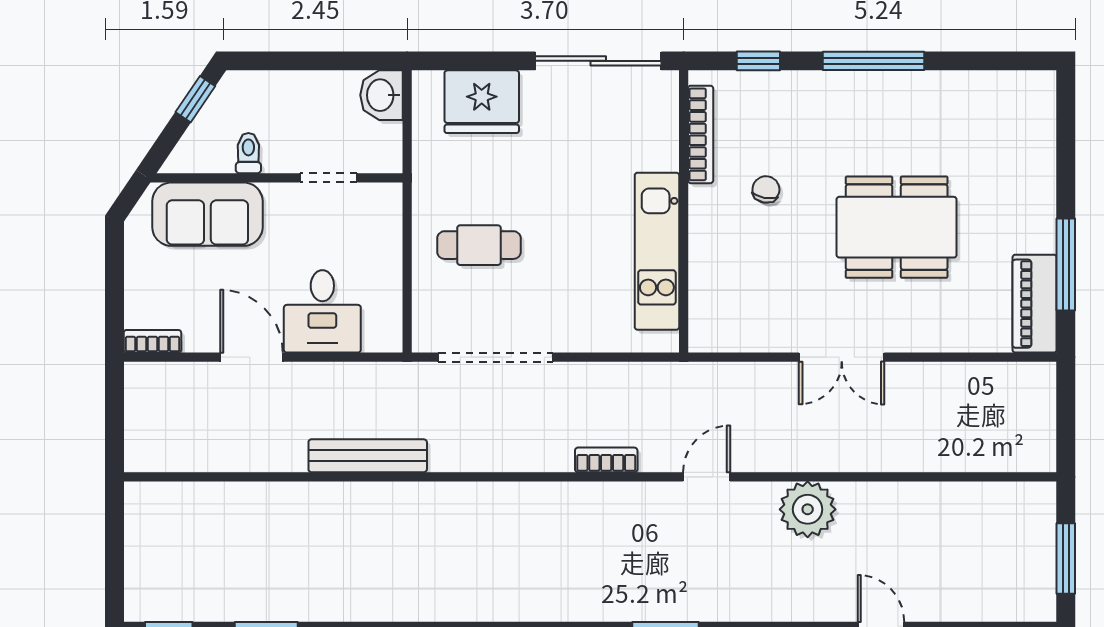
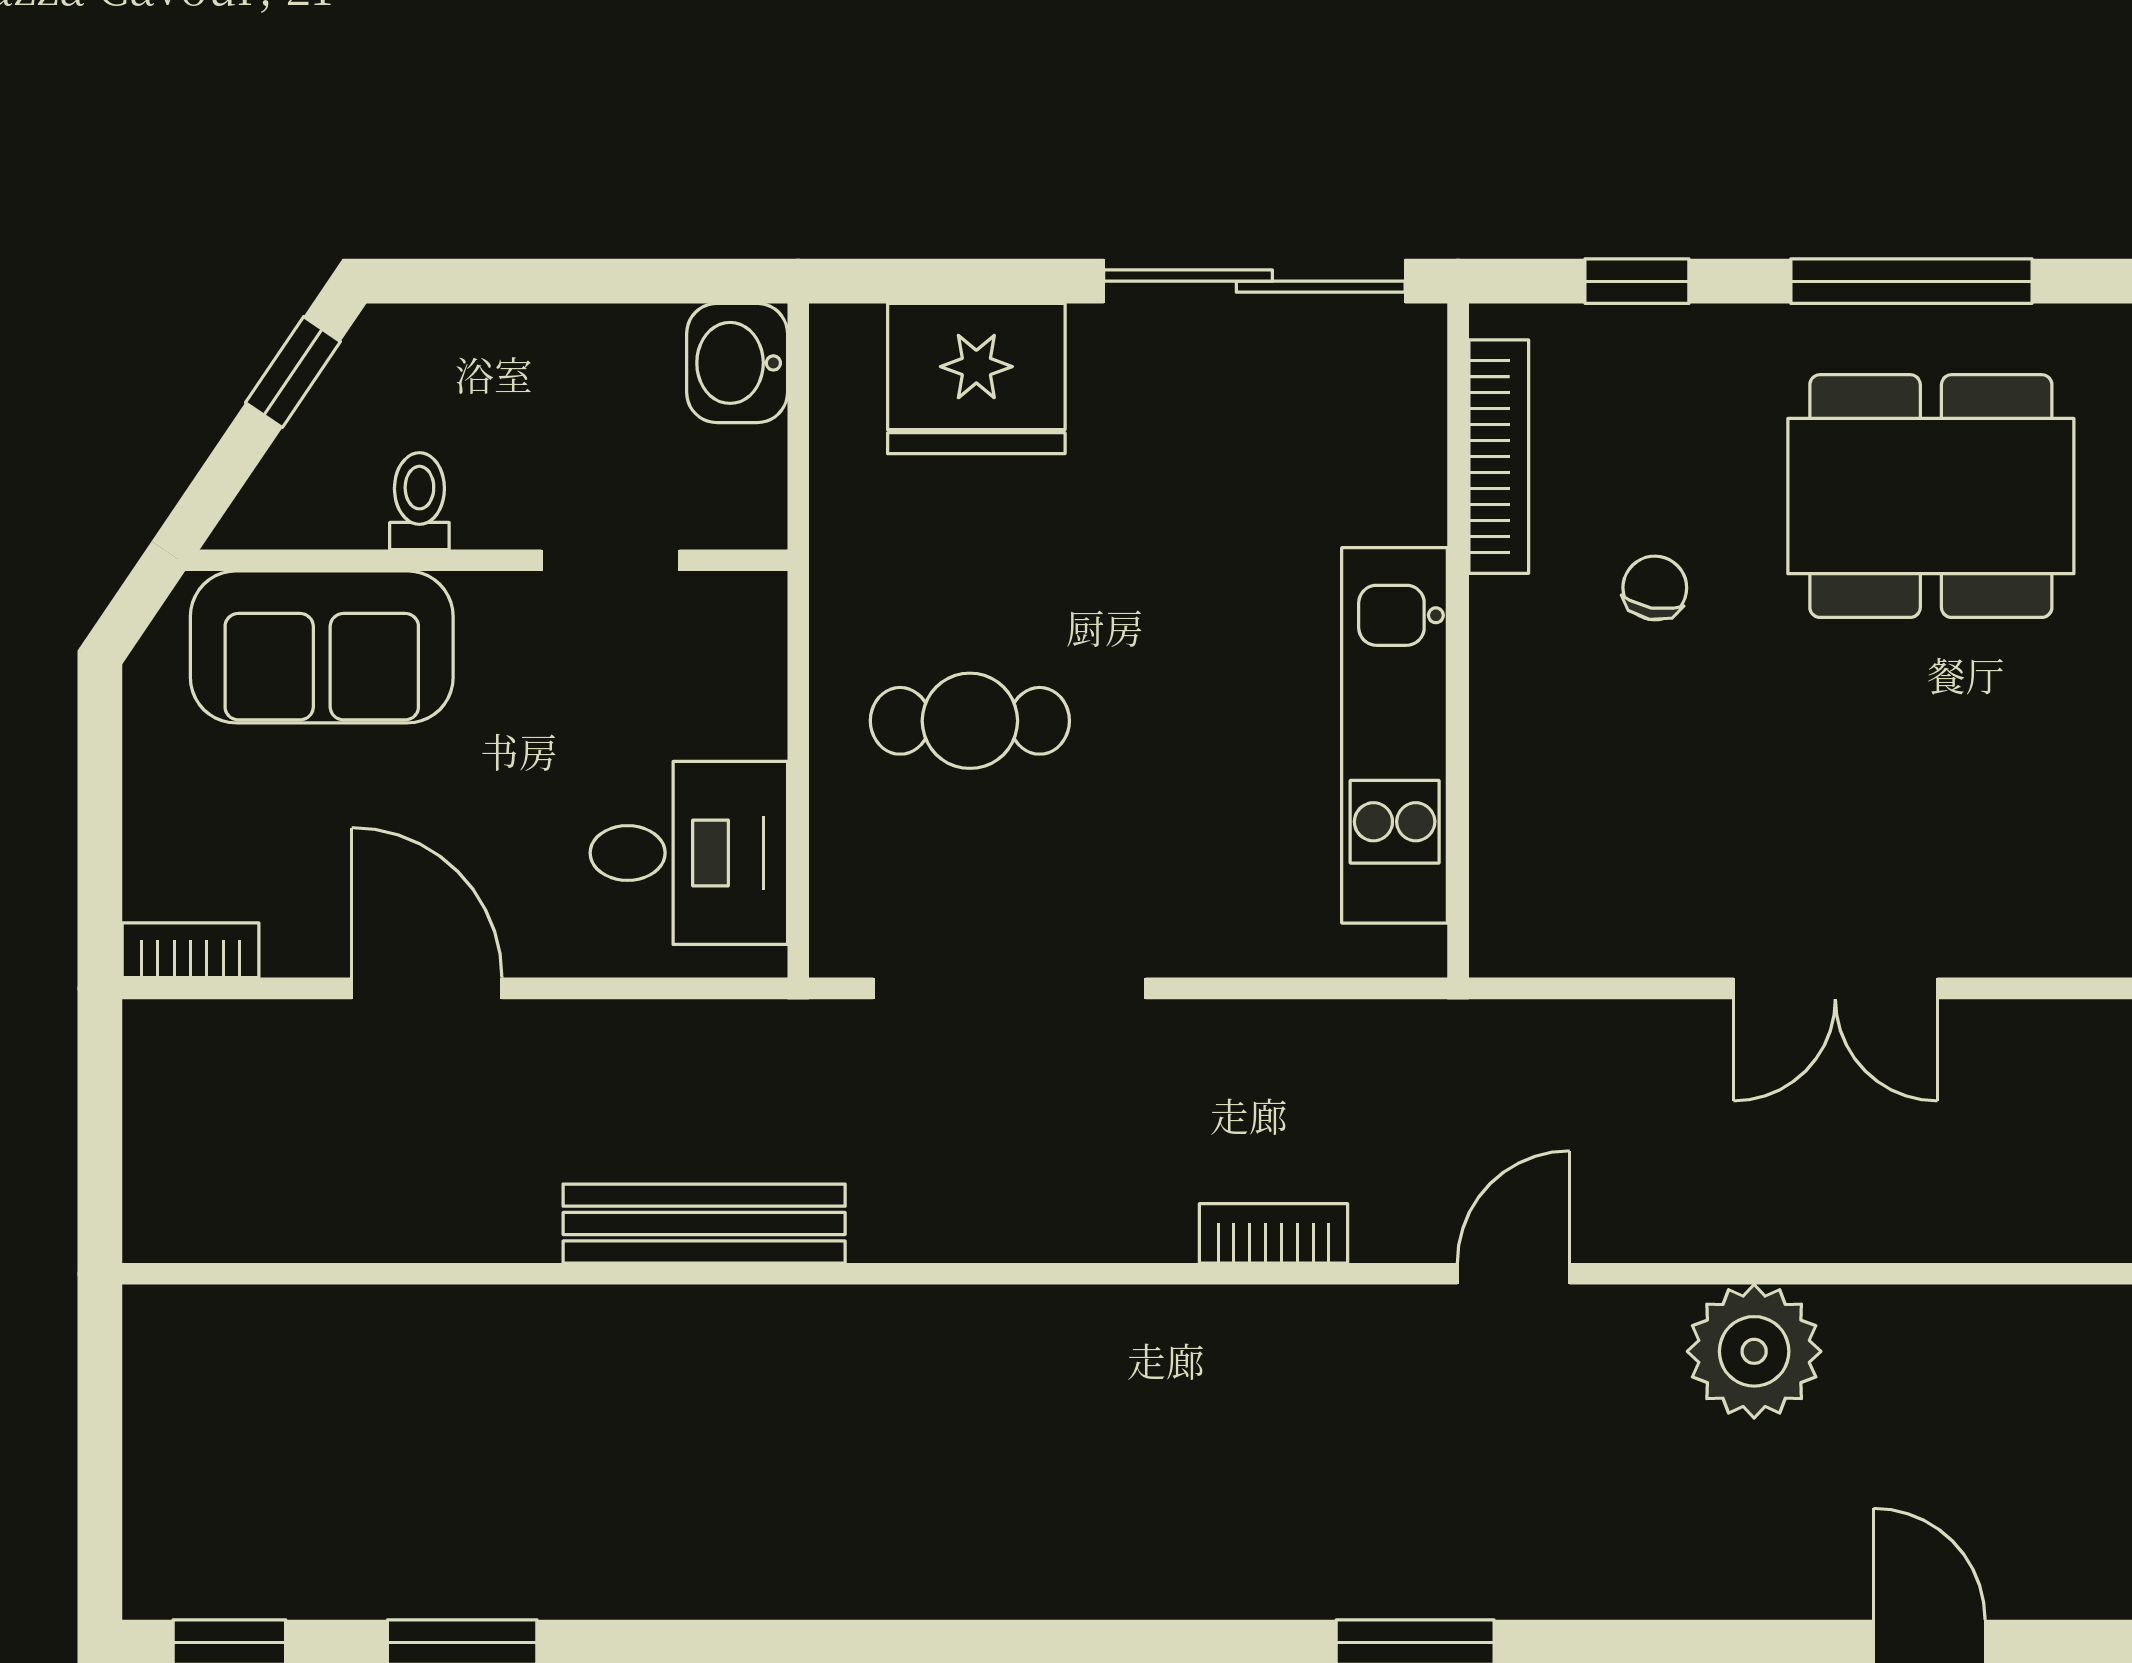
dining table: (897, 227) -> (1931, 496), moved
desk: (322, 311) -> (689, 853), moved, turned -90

